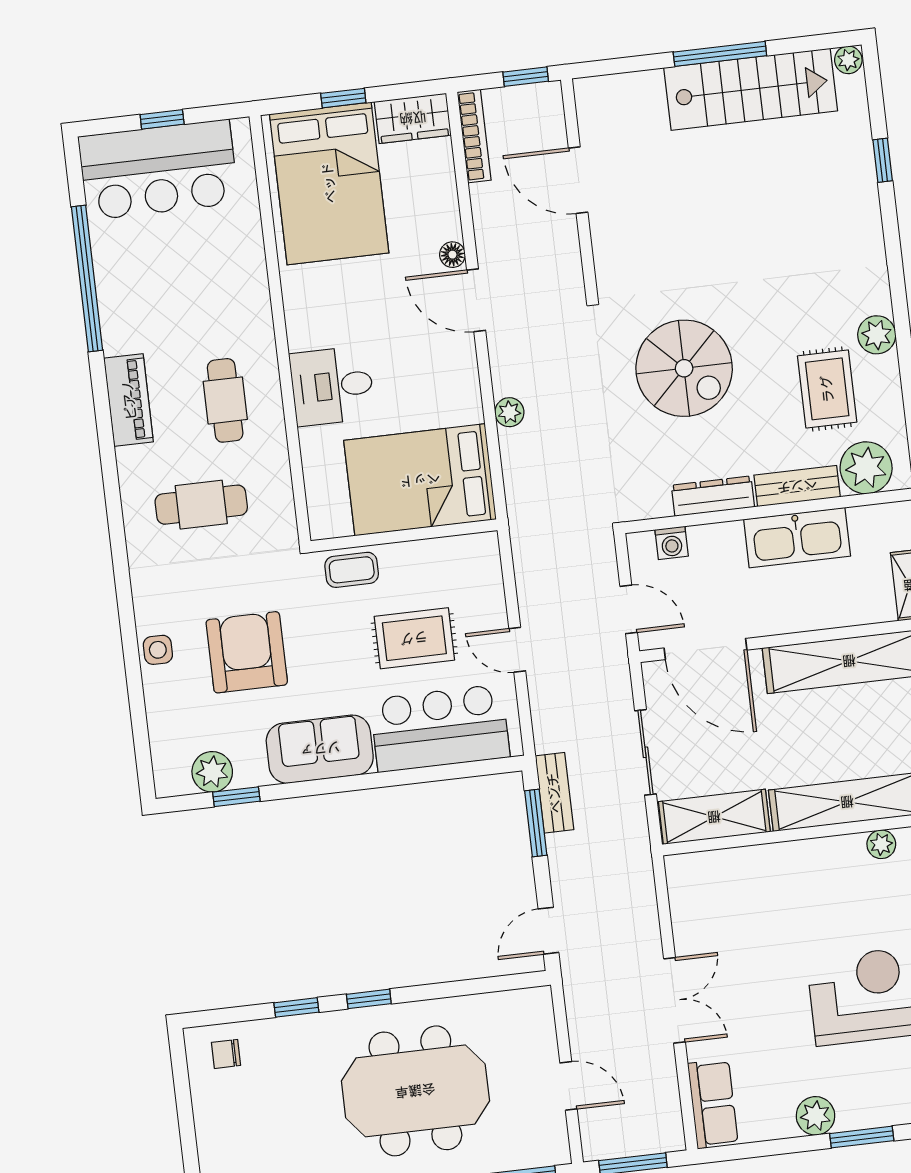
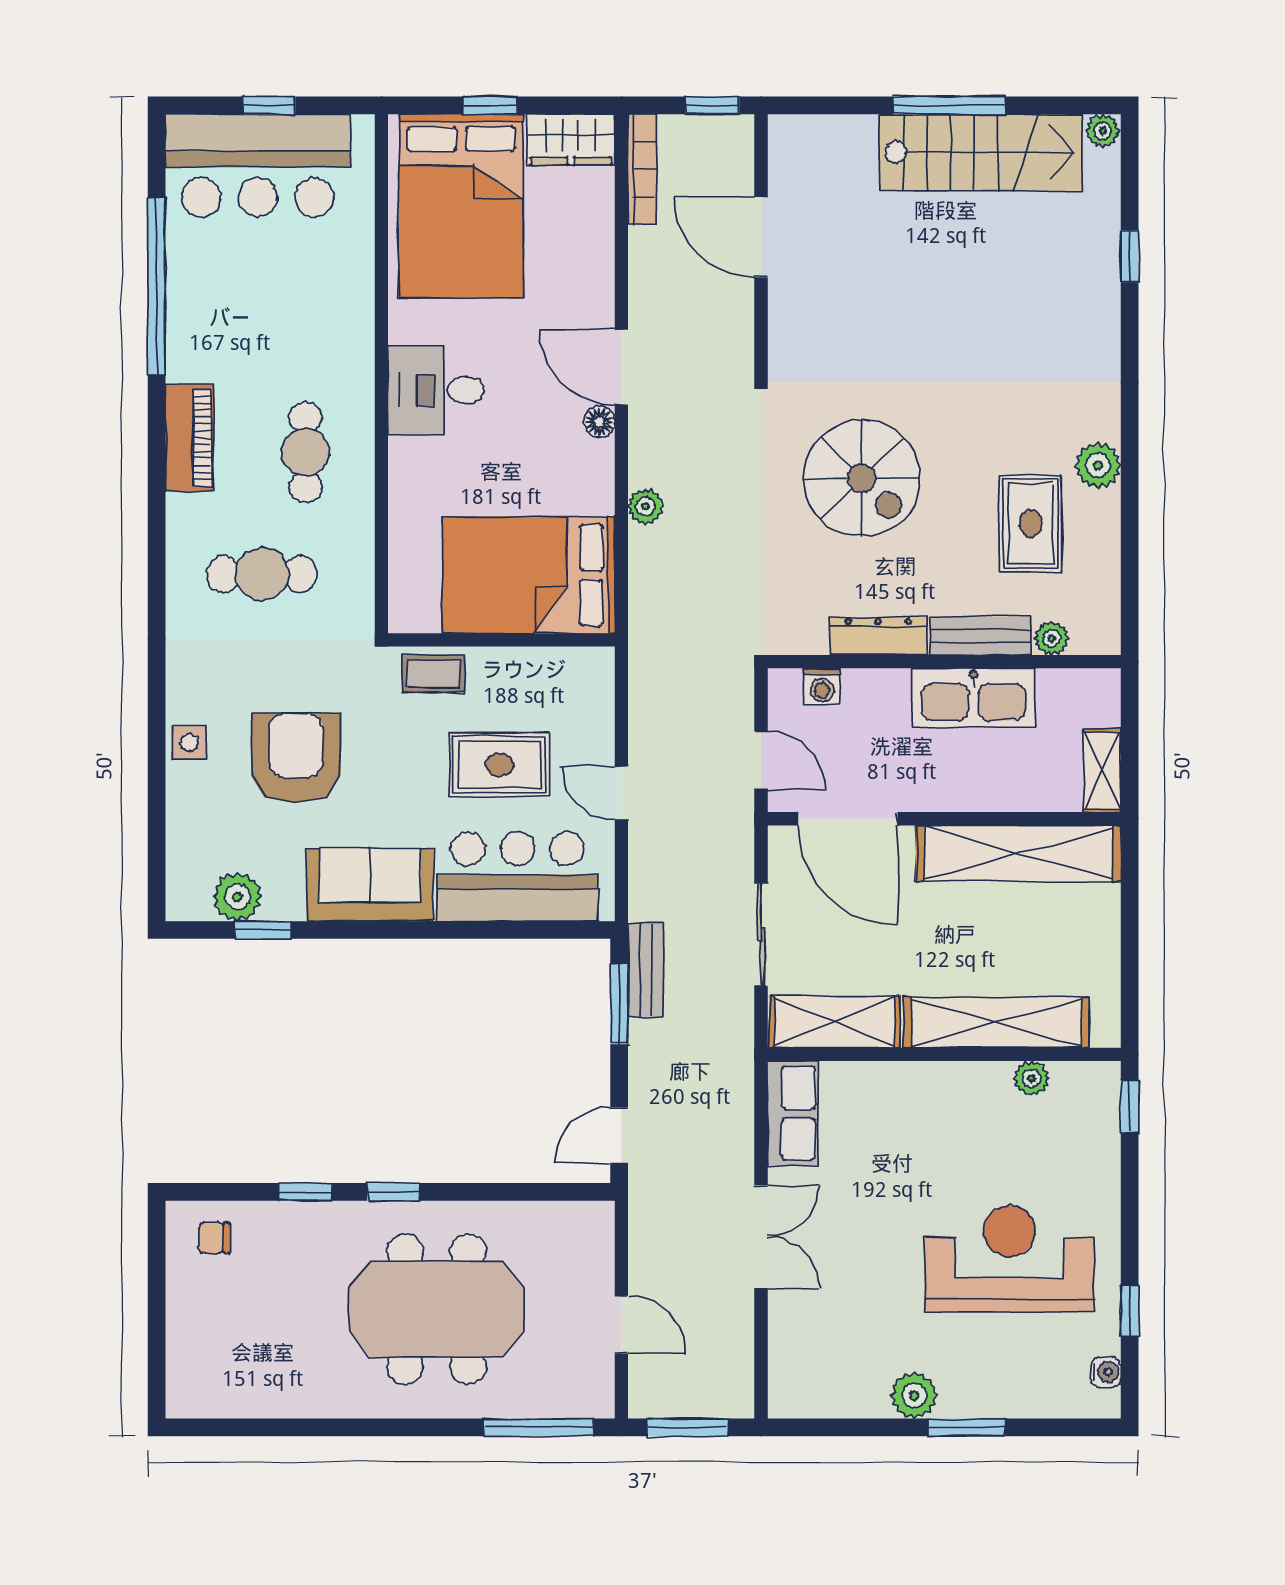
floor lamp: (452, 255) -> (599, 422), moved
desk: (332, 386) -> (436, 390), moved
plant: (866, 468) -> (1052, 638), width x0.53, depth x0.53
row of seats: (713, 1104) -> (792, 1113), moved

